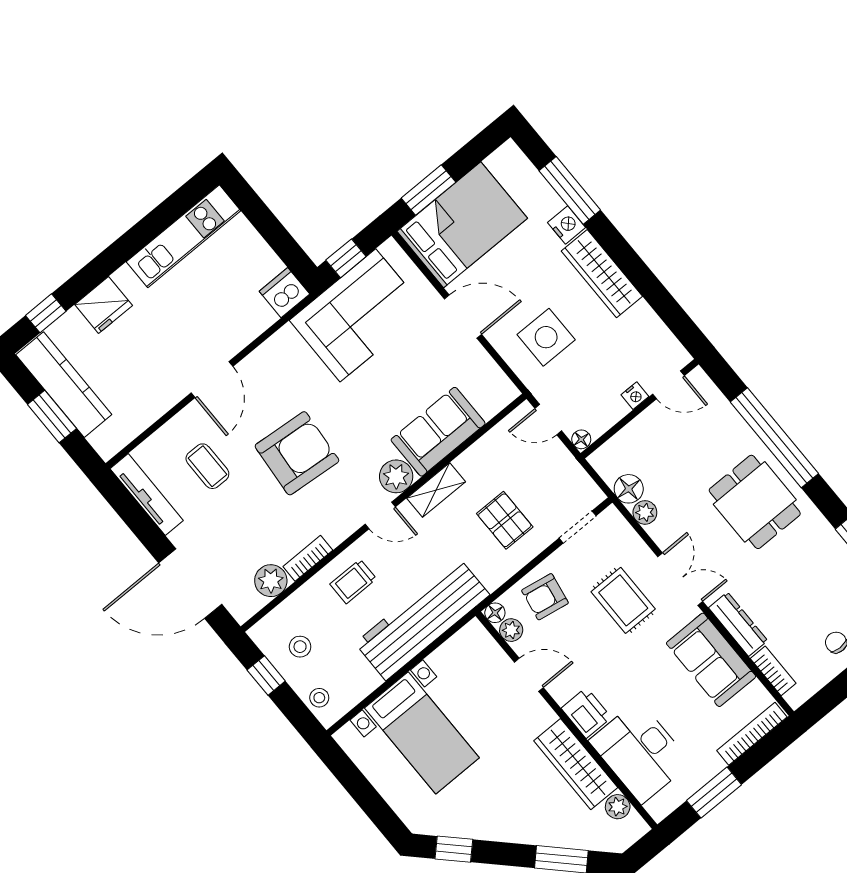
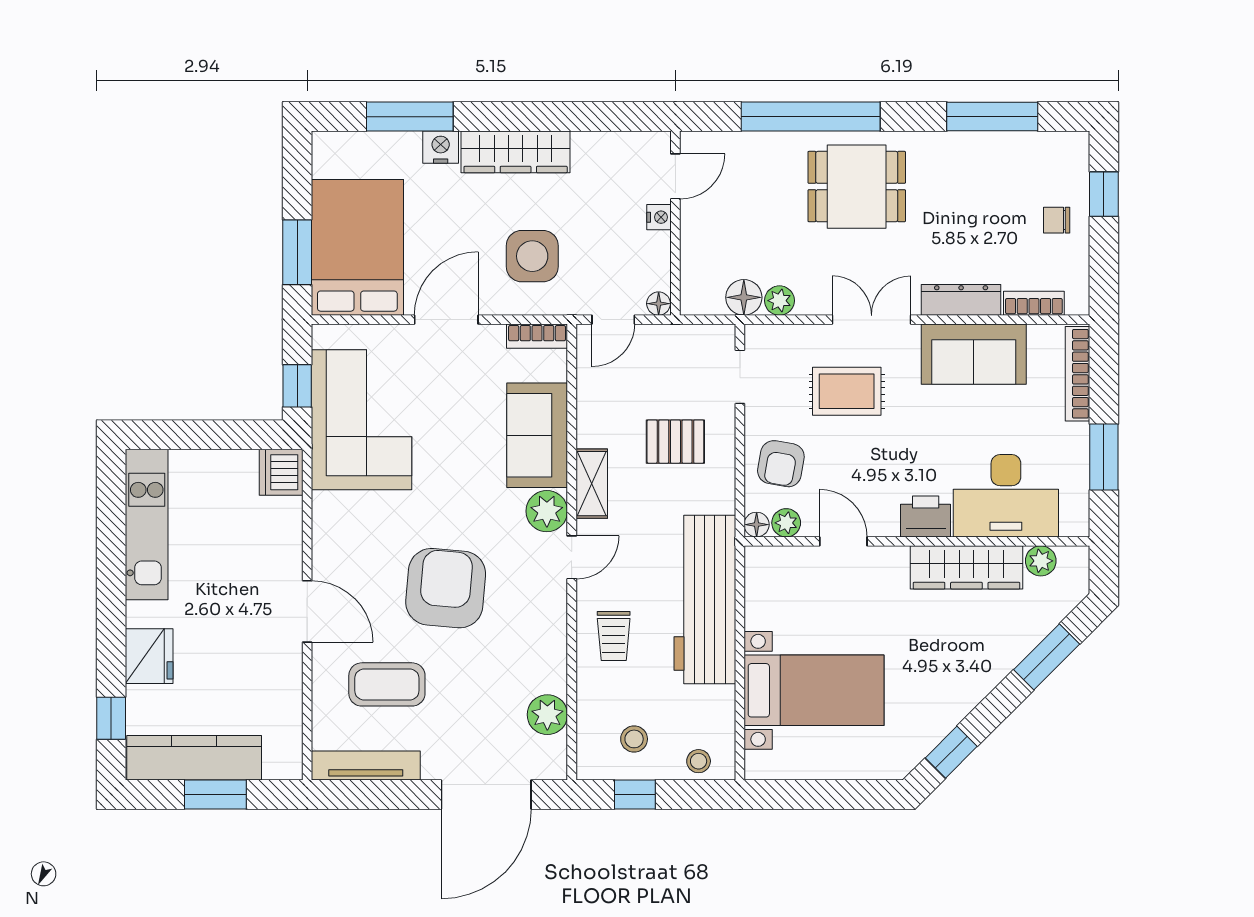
coffee table: (207, 466) -> (387, 684), width x1.36, depth x1.30
bookcase: (308, 558) -> (537, 336), moved, turned -90
door: (529, 675) -> (843, 541), hinge flipped

